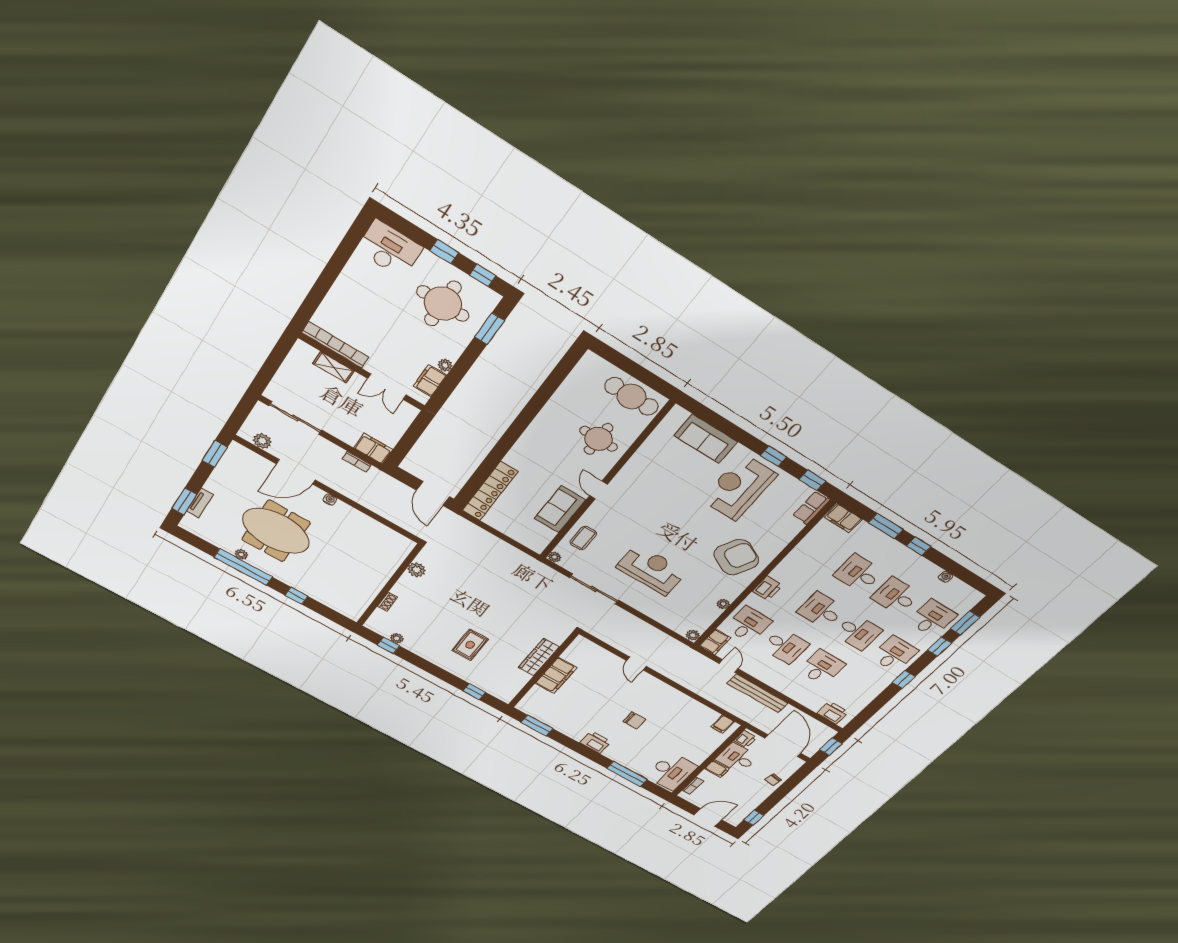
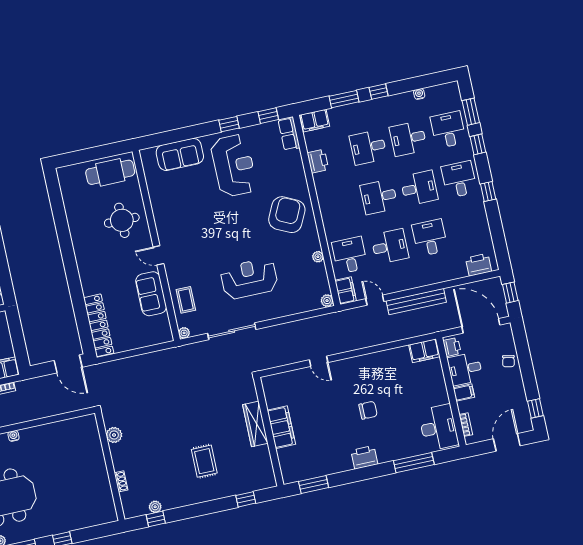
reception desk: (739, 487) -> (234, 166), turned 180
printer: (768, 588) -> (318, 161), moved
filing cabinet: (723, 724) -> (424, 351), width x2.00

